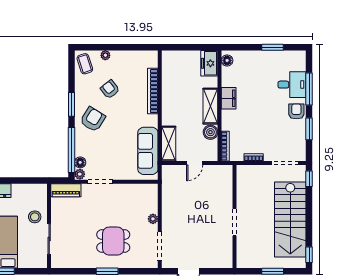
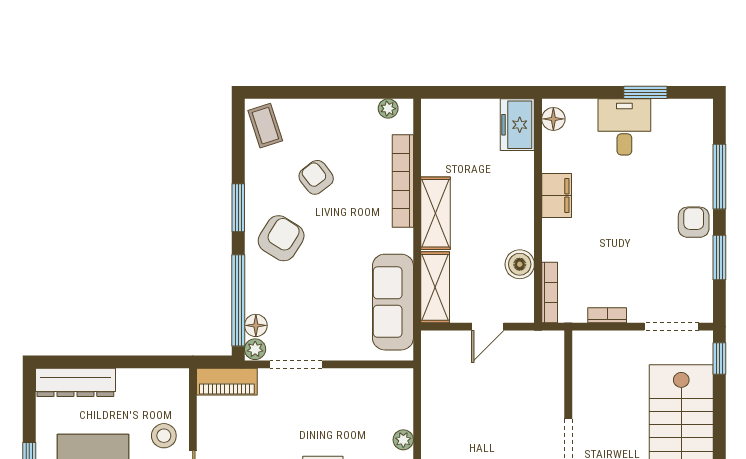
plant: (105, 55) -> (388, 109), moved
desk: (292, 85) -> (624, 127), moved, turned -90
shelving: (210, 106) -> (435, 213), moved

